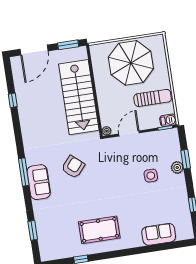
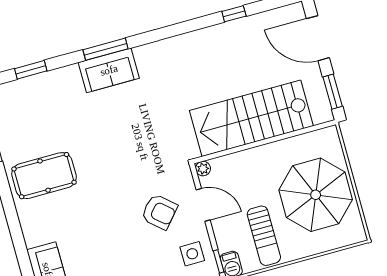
armchair: (73, 167) -> (159, 212), moved
window: (24, 172) -> (106, 49), moved
side table: (151, 176) -> (192, 254), moved
pool table: (99, 230) -> (44, 176), turned 90

